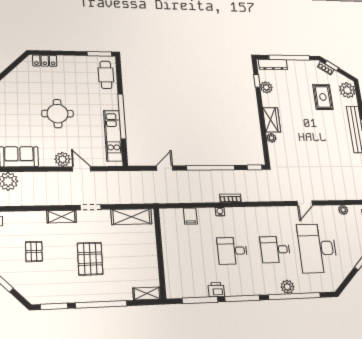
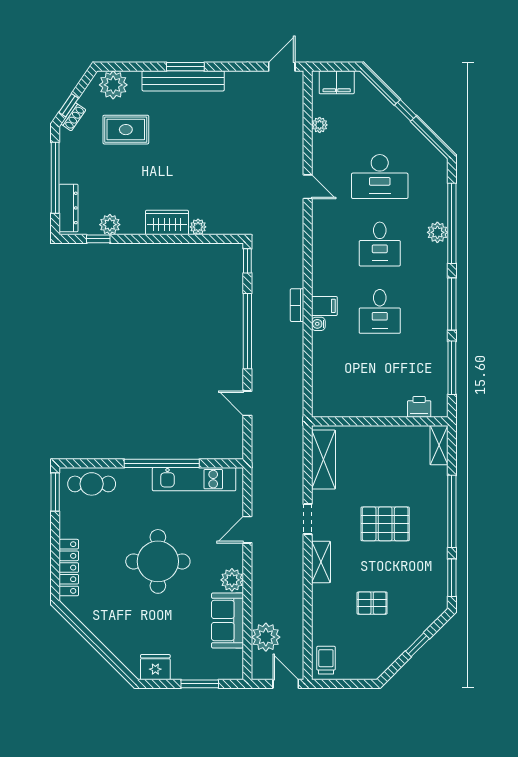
locker: (45, 61) -> (69, 568), width x1.53
round table: (58, 114) -> (158, 561), width x1.36, depth x1.36
plant: (63, 159) -> (232, 580), moved
filing cabinet: (190, 216) -> (324, 306), moved
desk: (317, 248) -> (380, 177), width x0.73, depth x0.77
printer: (216, 290) -> (419, 407), moved, turned 90

